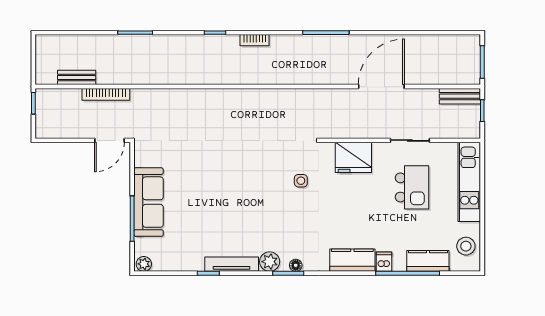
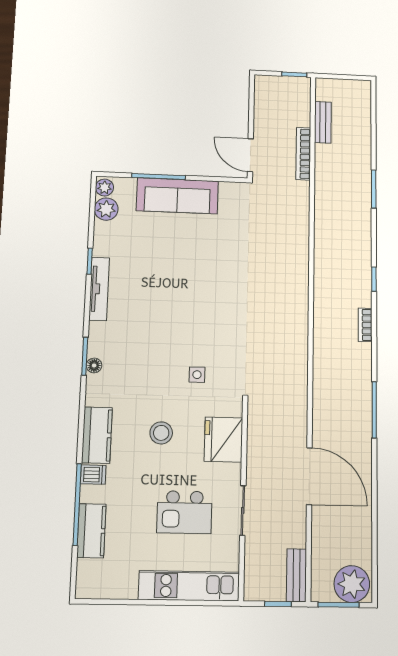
plant: (466, 51) -> (352, 584), added
stool: (466, 246) -> (161, 433), moved
plant: (270, 262) -> (106, 209), moved

